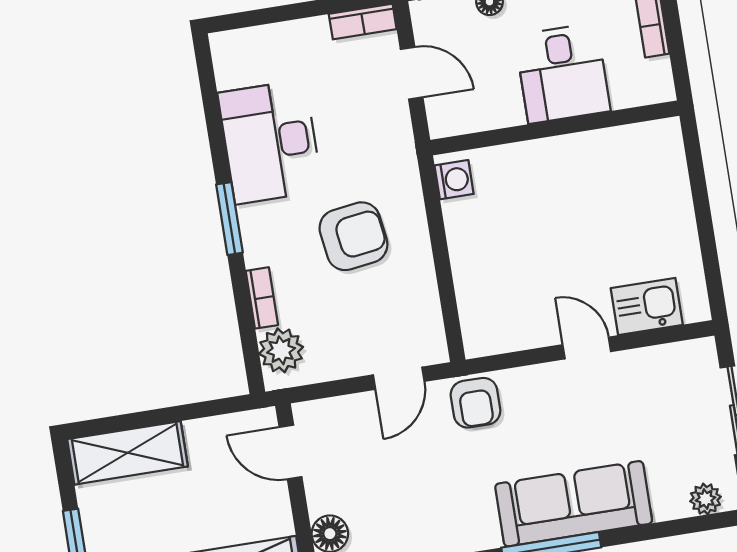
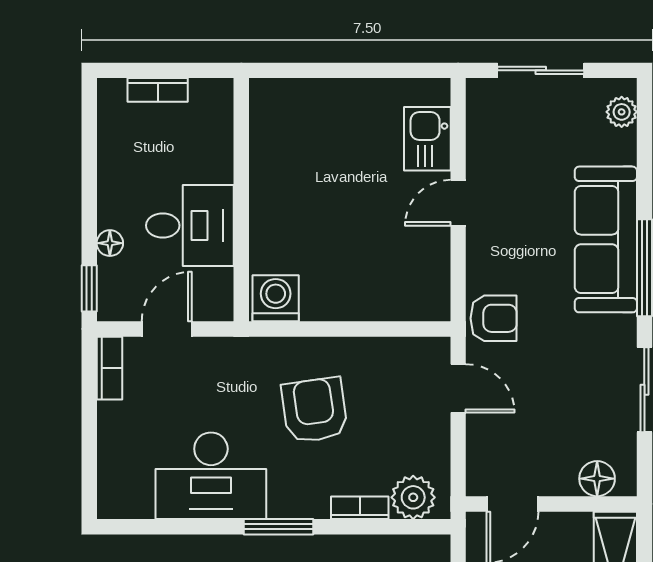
desk: (562, 73) -> (190, 225), moved
washing machine: (454, 180) -> (276, 298), width x1.38, depth x1.38

